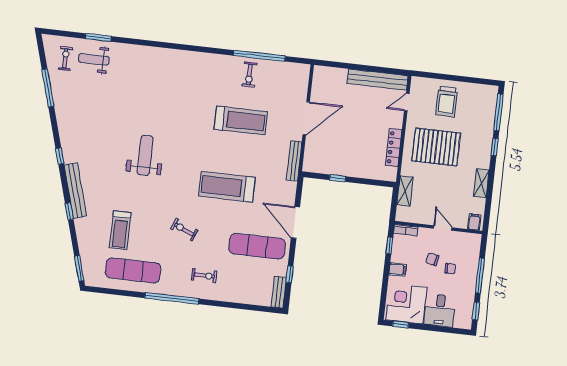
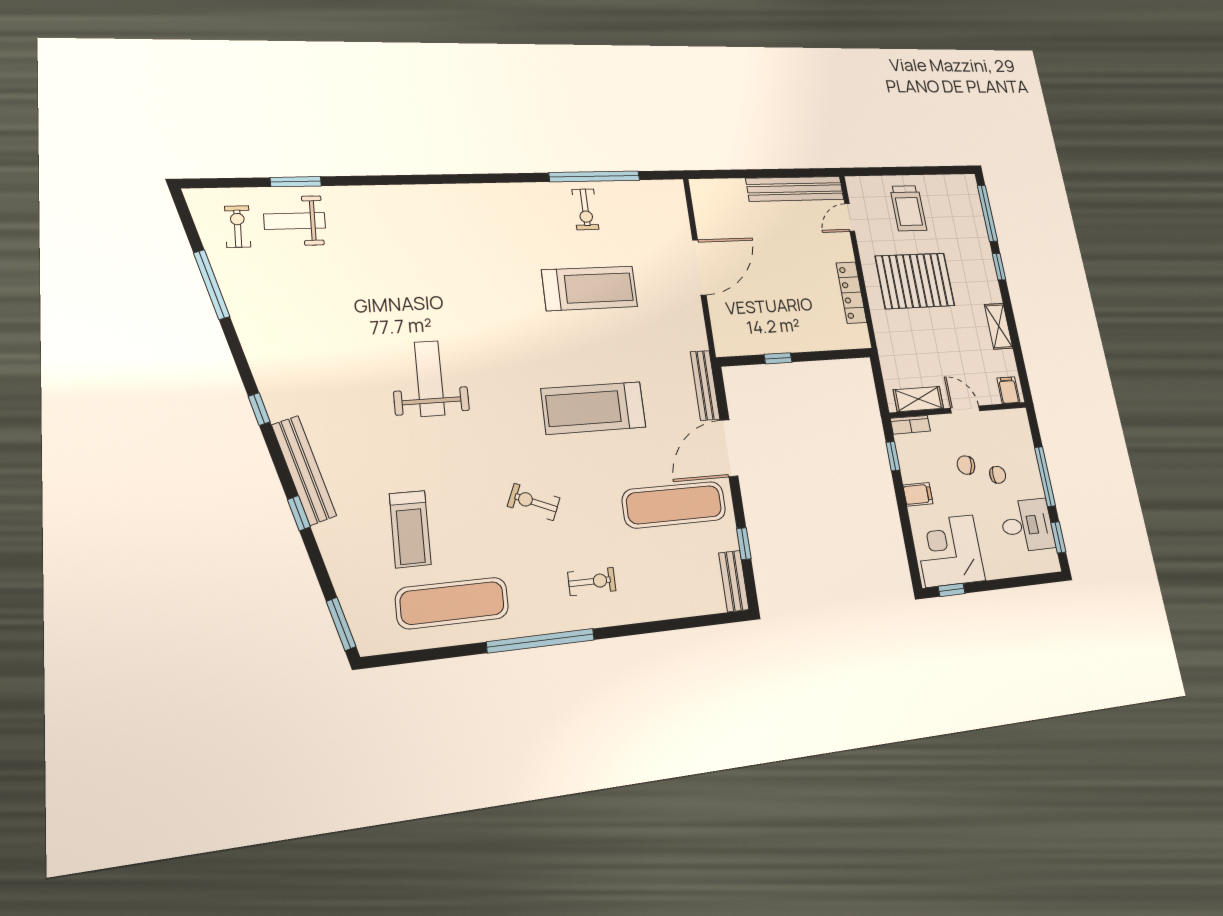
bench: (294, 161) -> (705, 385), moved
shelving: (405, 191) -> (918, 399), moved, turned 90
door: (295, 222) -> (729, 448), hinge flipped
desk: (440, 310) -> (1027, 525), moved, turned -90

